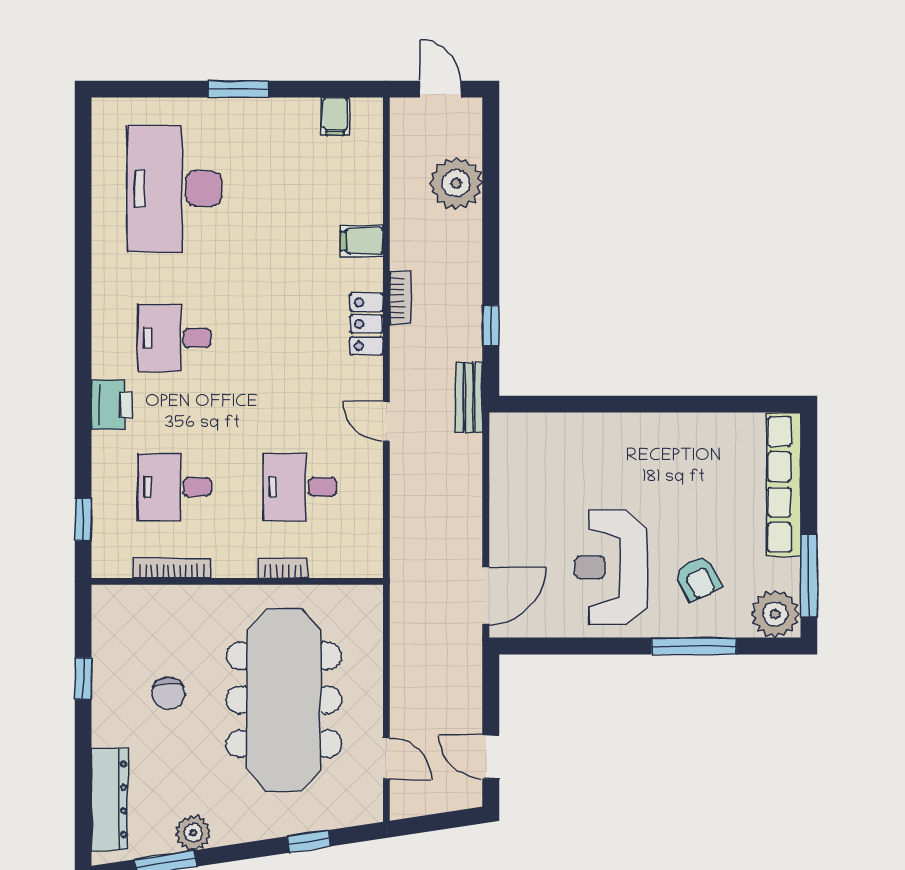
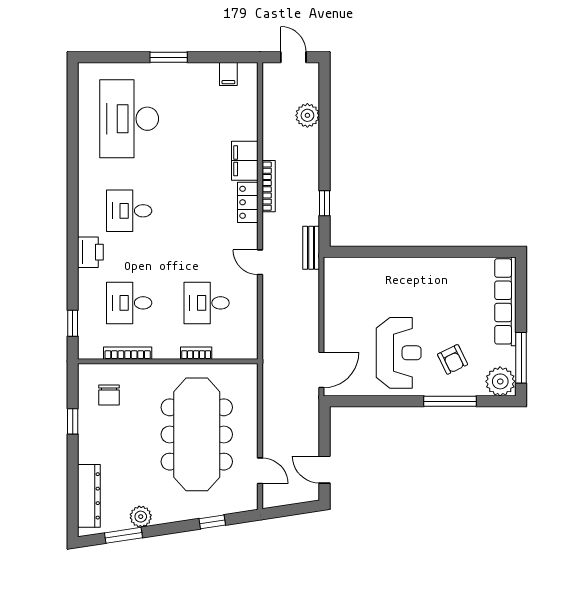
plant: (456, 183) -> (307, 115), width x0.73, depth x0.73
filing cabinet: (362, 241) -> (245, 161), width x2.00
bookcase: (400, 298) -> (269, 186), width x1.56
reception desk: (611, 568) -> (399, 353), turned 180
chair: (168, 693) -> (109, 395), moved

